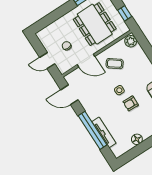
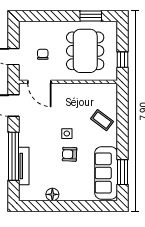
plant: (131, 41) -> (110, 92), removed
door: (86, 61) -> (39, 82), moved
coffee table: (115, 64) -> (102, 120), moved

